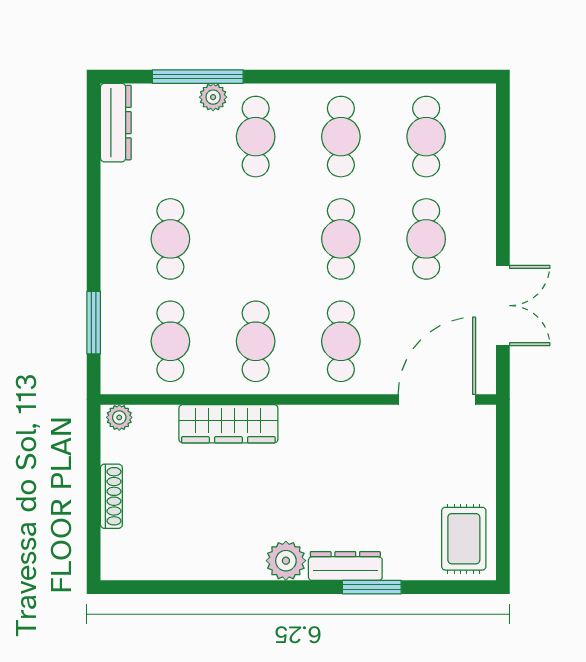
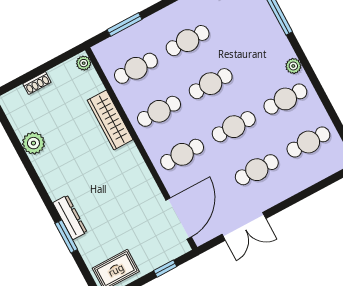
plant: (213, 97) -> (293, 66), moved
cafe table: (256, 137) -> (211, 84), moved
door: (437, 400) -> (179, 219), hinge flipped
window: (503, 461) -> (165, 269), added
shoe rack: (111, 496) -> (37, 83), width x0.70
plant: (286, 561) -> (33, 143), moved

